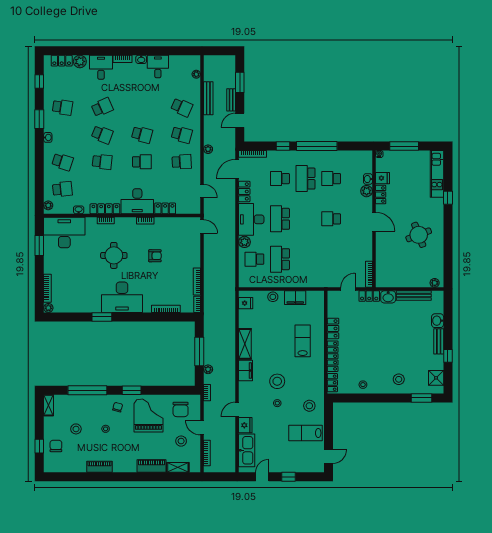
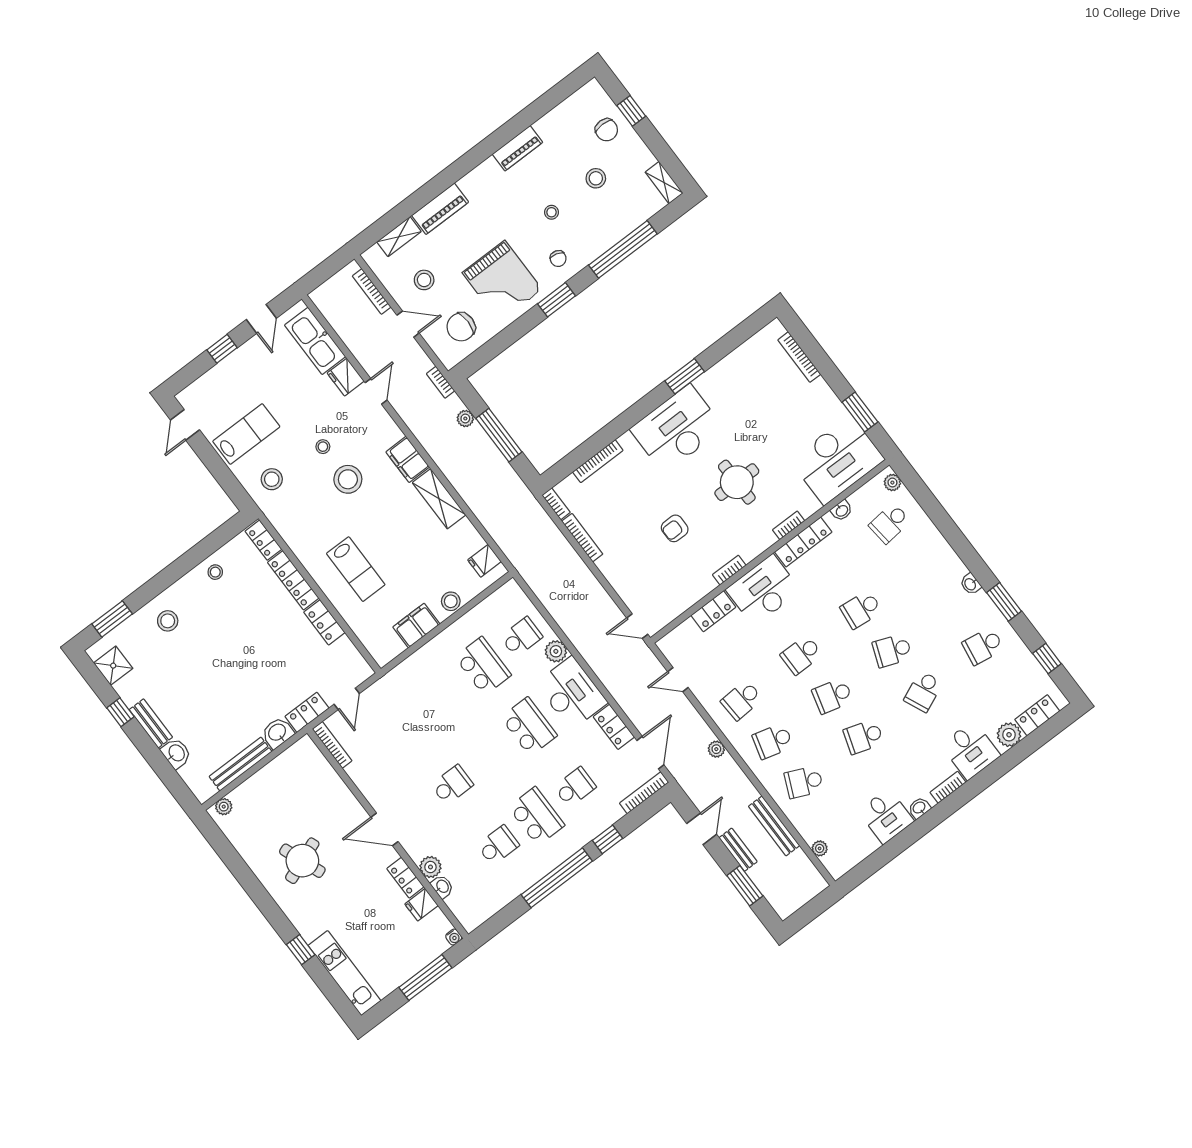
school desk: (62, 162) -> (864, 737), moved
plant: (48, 308) -> (775, 329), removed
chair: (181, 409) -> (461, 327), turned -90

